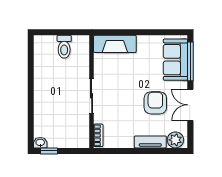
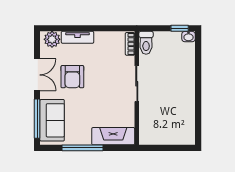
window: (145, 32) -> (82, 148), added
toilet: (64, 47) -> (146, 43), moved, turned 180

